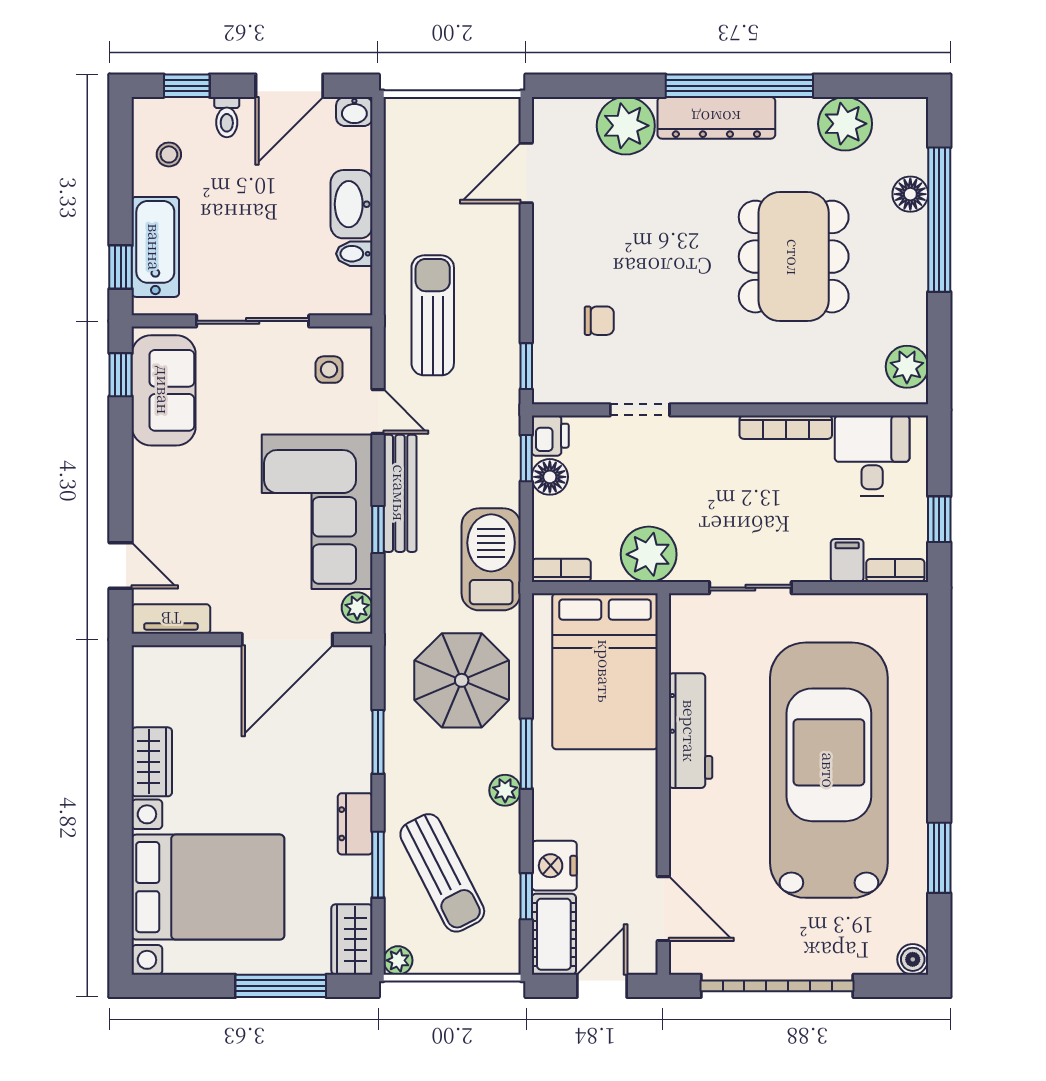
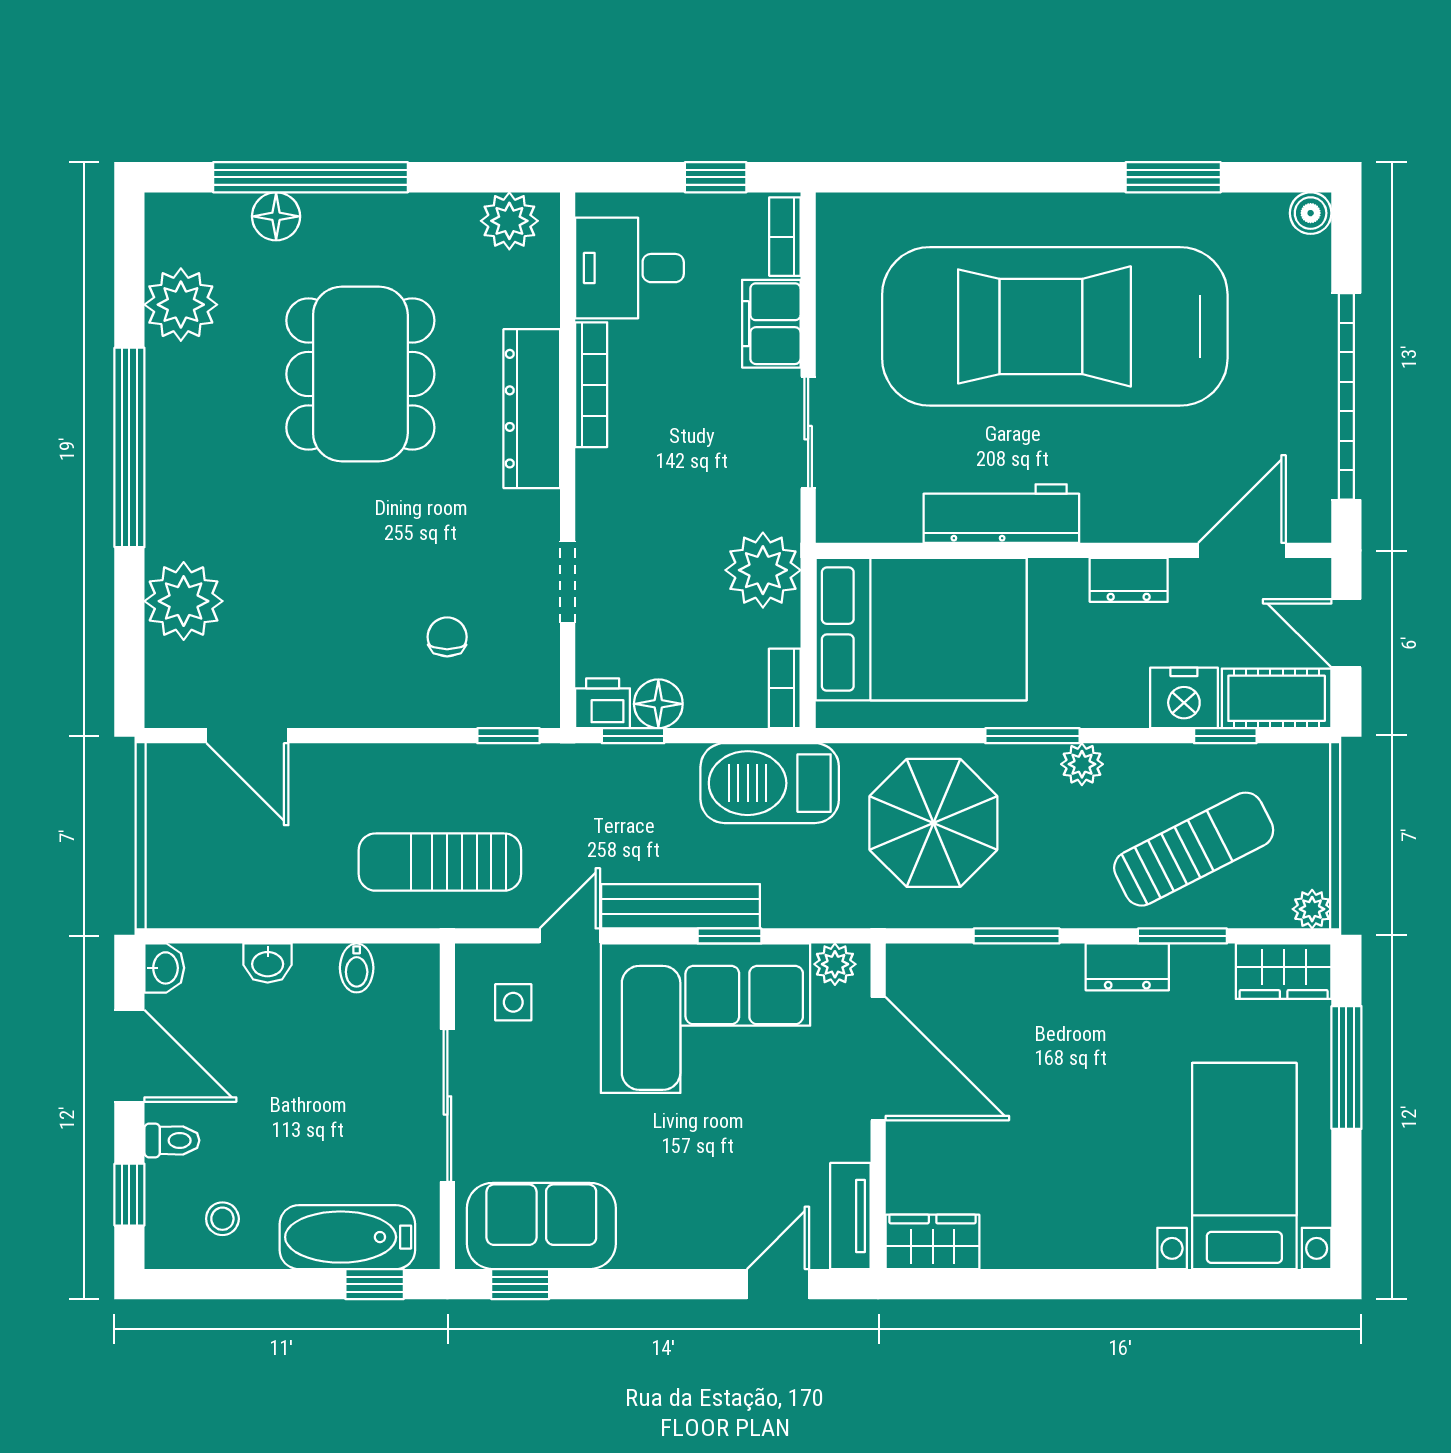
dresser: (716, 118) -> (532, 409), moved, turned 180
washbasin: (352, 204) -> (268, 963), width x0.52, depth x0.69
dining table: (794, 257) -> (360, 374), turned 90
filing cabinet: (847, 560) -> (771, 324), width x2.00
wardrobe: (152, 762) -> (933, 1242), moved
dresser: (641, 825) -> (1129, 580), added
bed with nightstands: (208, 887) -> (1244, 1166), width x0.73

